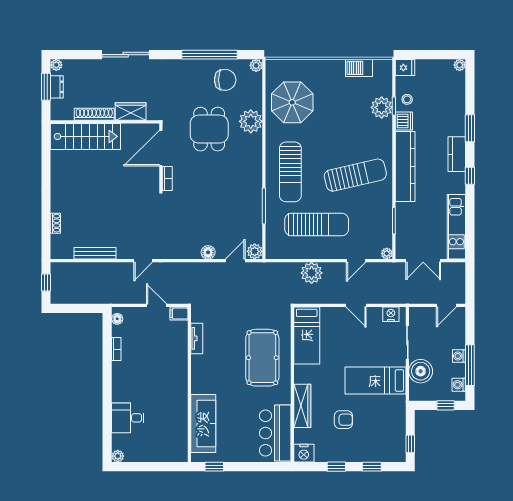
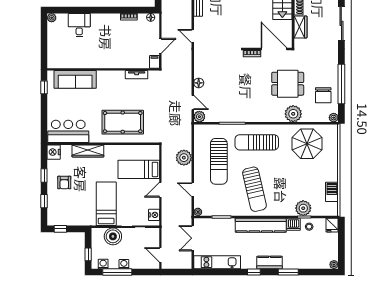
bed: (307, 335) -> (139, 169), moved
armchair: (343, 420) -> (64, 183), moved

